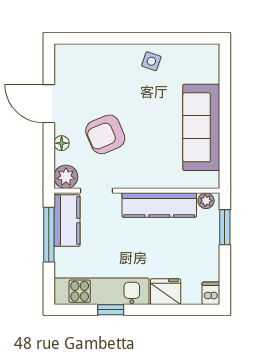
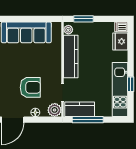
armchair: (105, 134) -> (30, 87), turned -67
fridge: (166, 292) -> (120, 41), moved

